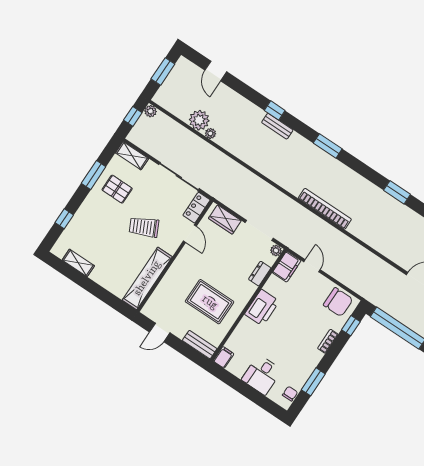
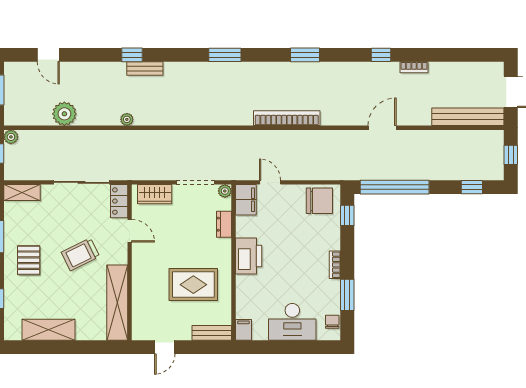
plant: (210, 133) -> (127, 119), moved
window: (328, 146) -> (225, 55), moved
pallet: (117, 189) -> (29, 260), moved, turned 90
bookcase: (325, 209) -> (287, 118), moved
shelving: (78, 263) -> (48, 330), width x1.50, depth x1.33
bookcase: (328, 341) -> (335, 265), moved
desk: (262, 375) -> (292, 322), width x1.37

